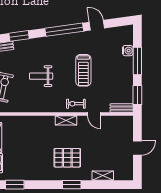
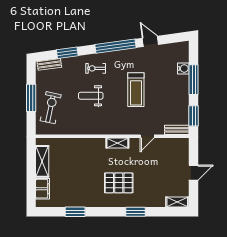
exercise bike: (76, 104) -> (96, 68), moved
door: (94, 114) -> (147, 136), hinge flipped
shelving: (103, 176) -> (177, 202), moved
window: (15, 185) -> (75, 212), moved
window: (72, 185) -> (135, 212), moved

